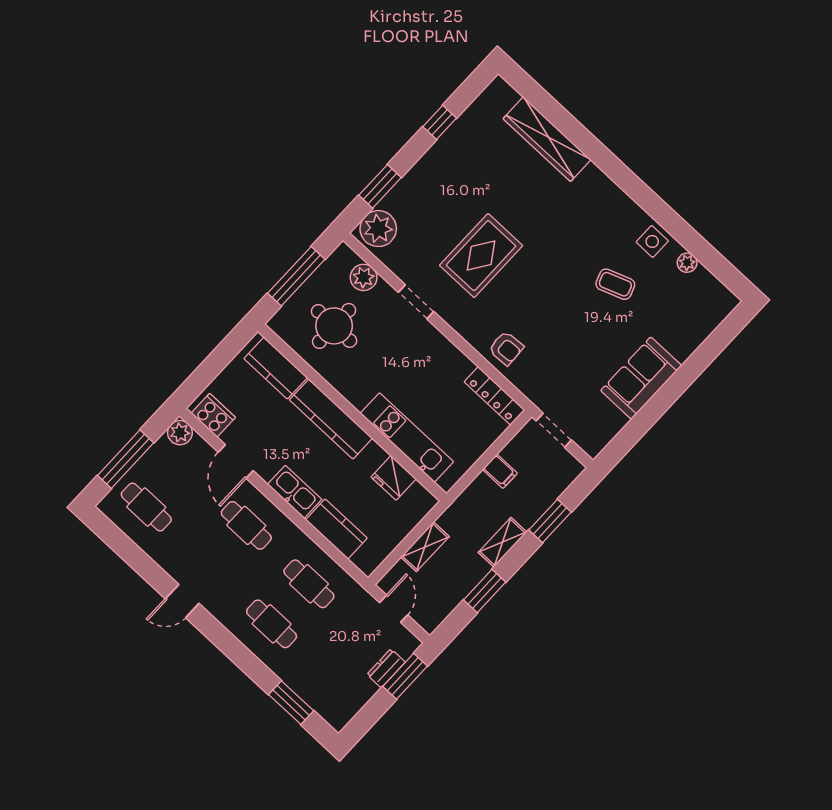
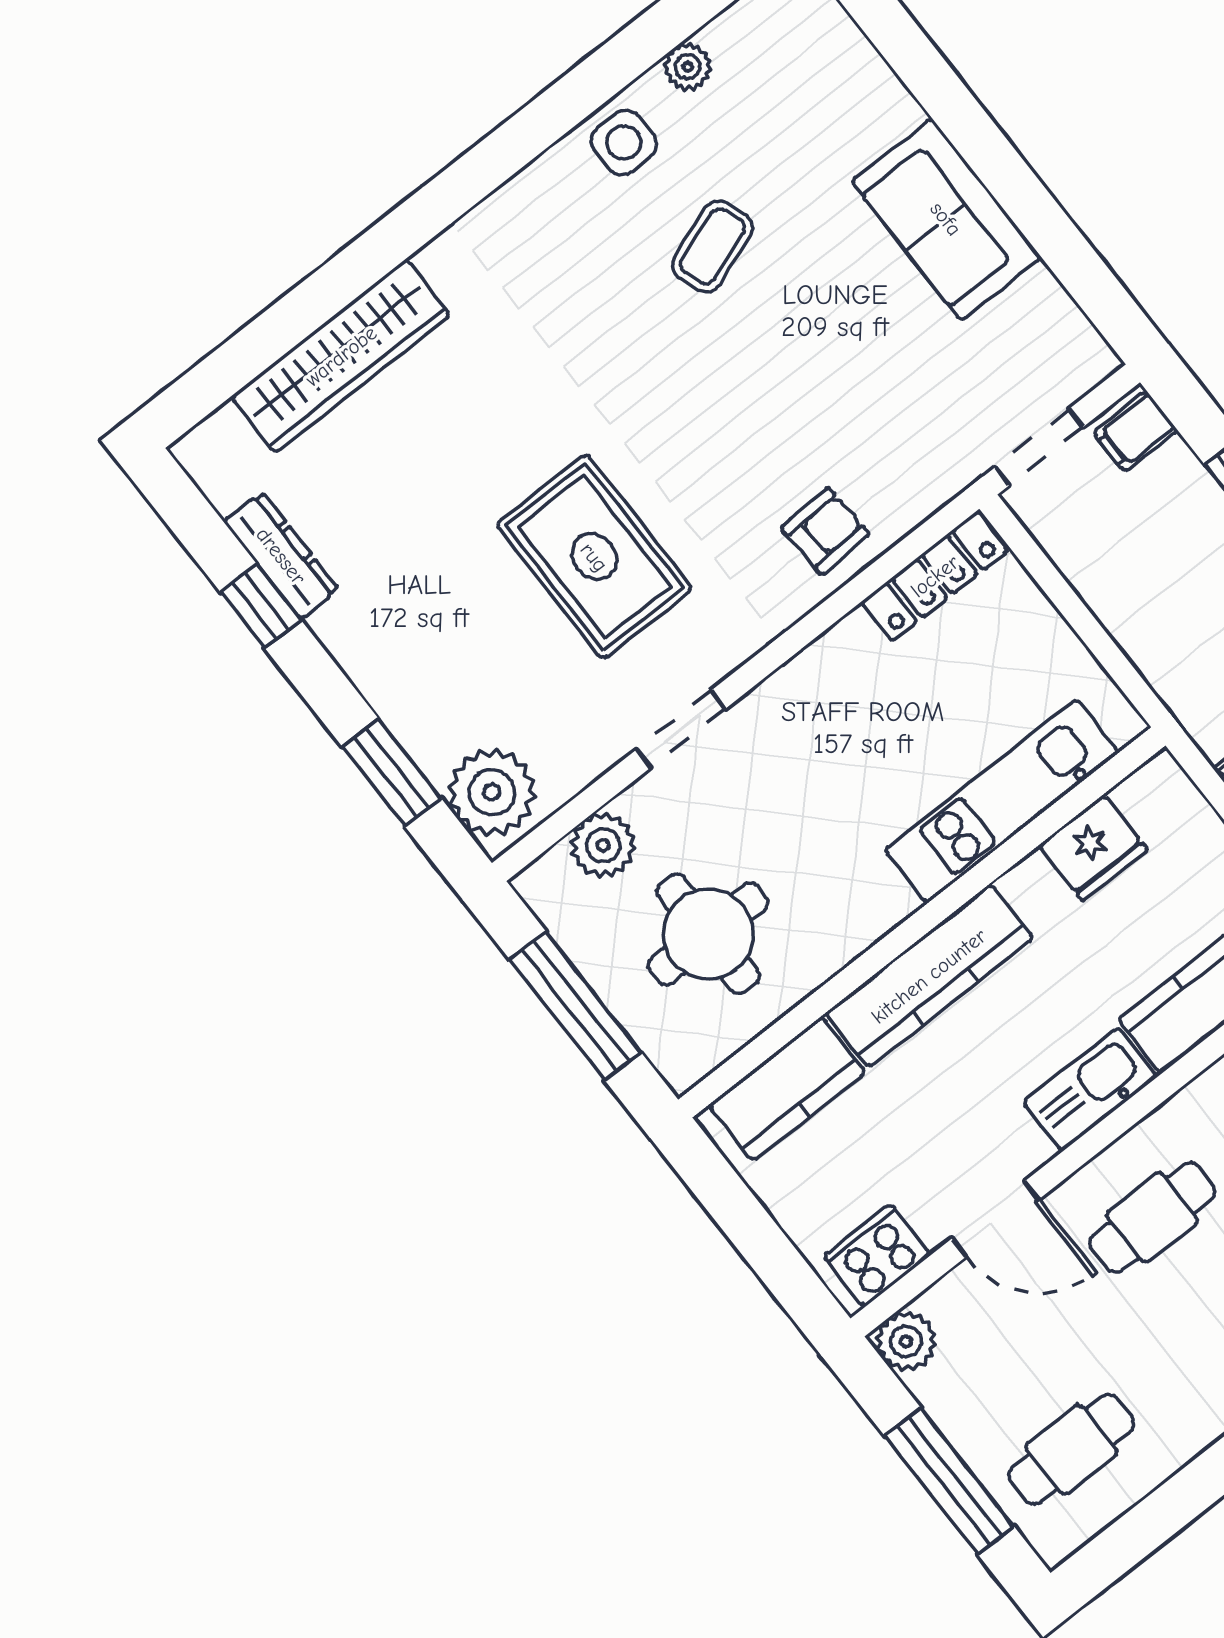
dresser: (462, 127) -> (281, 556), added
filing cabinet: (500, 471) -> (1135, 431), moved, turned 180

